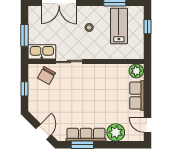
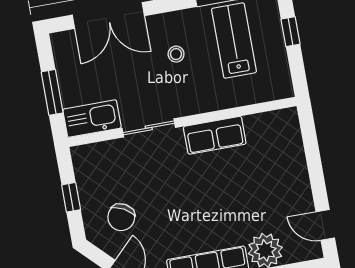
plant: (136, 71) -> (284, 123), removed
chair: (46, 76) -> (121, 217), moved
row of seats: (137, 96) -> (215, 135), moved, turned -90

